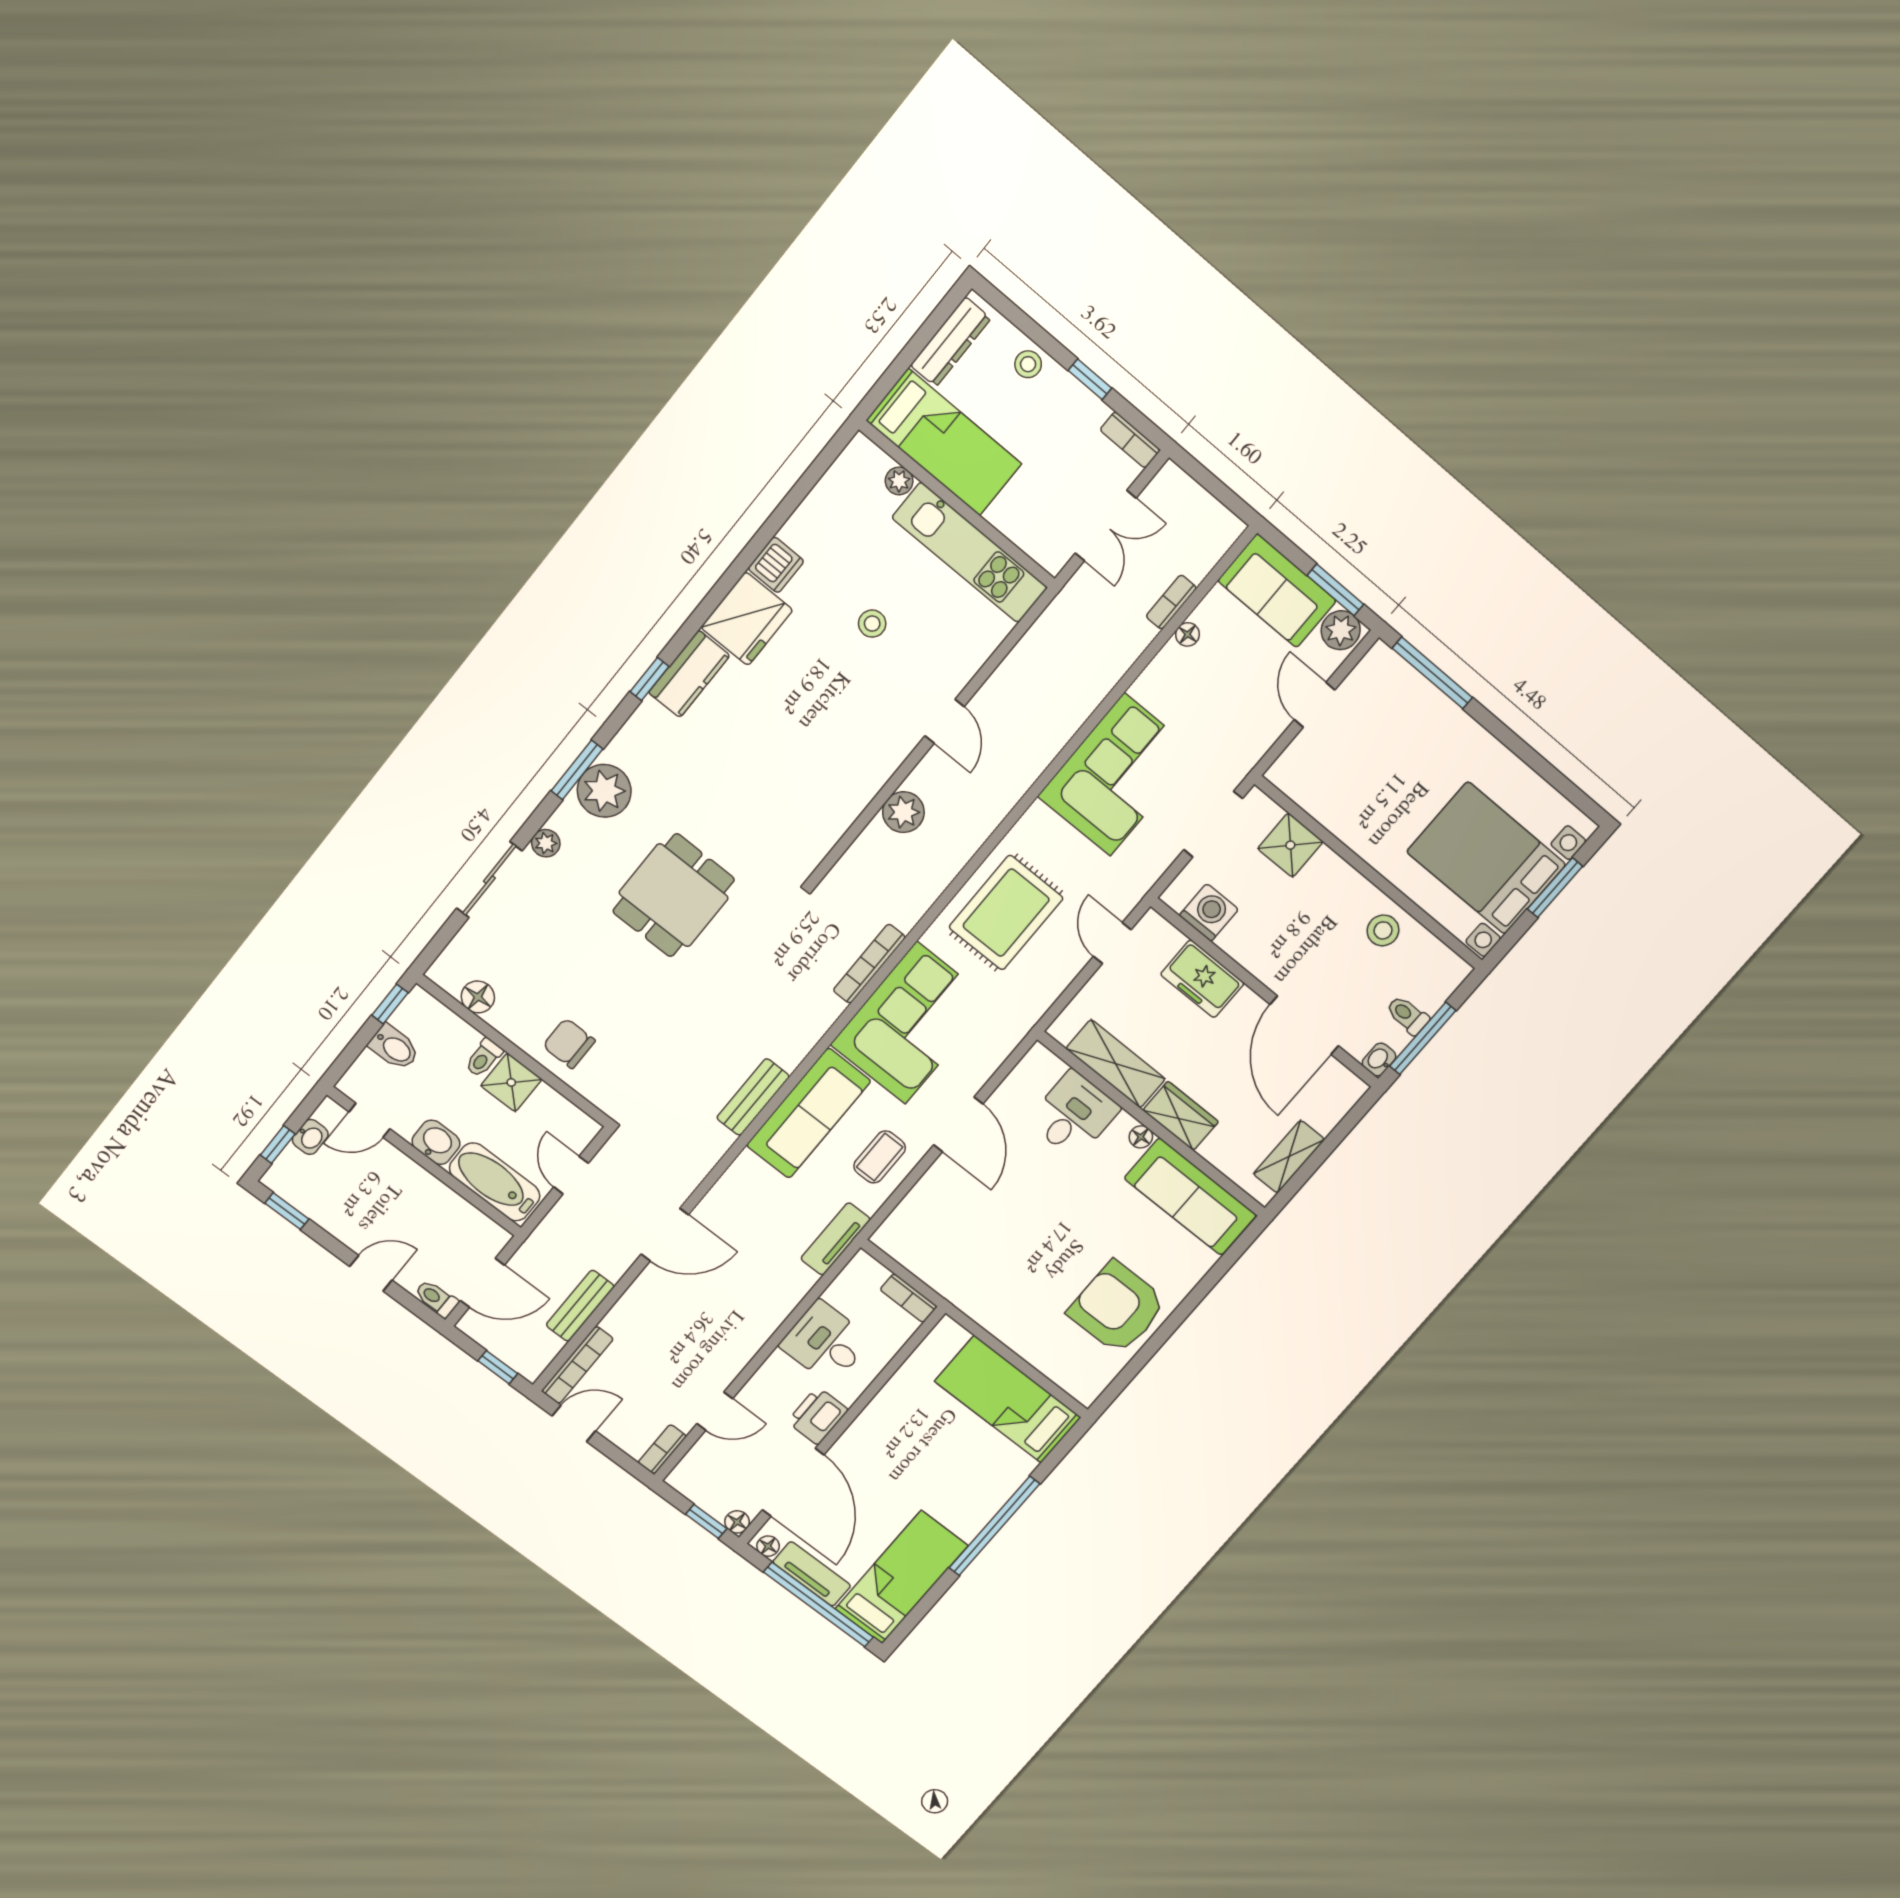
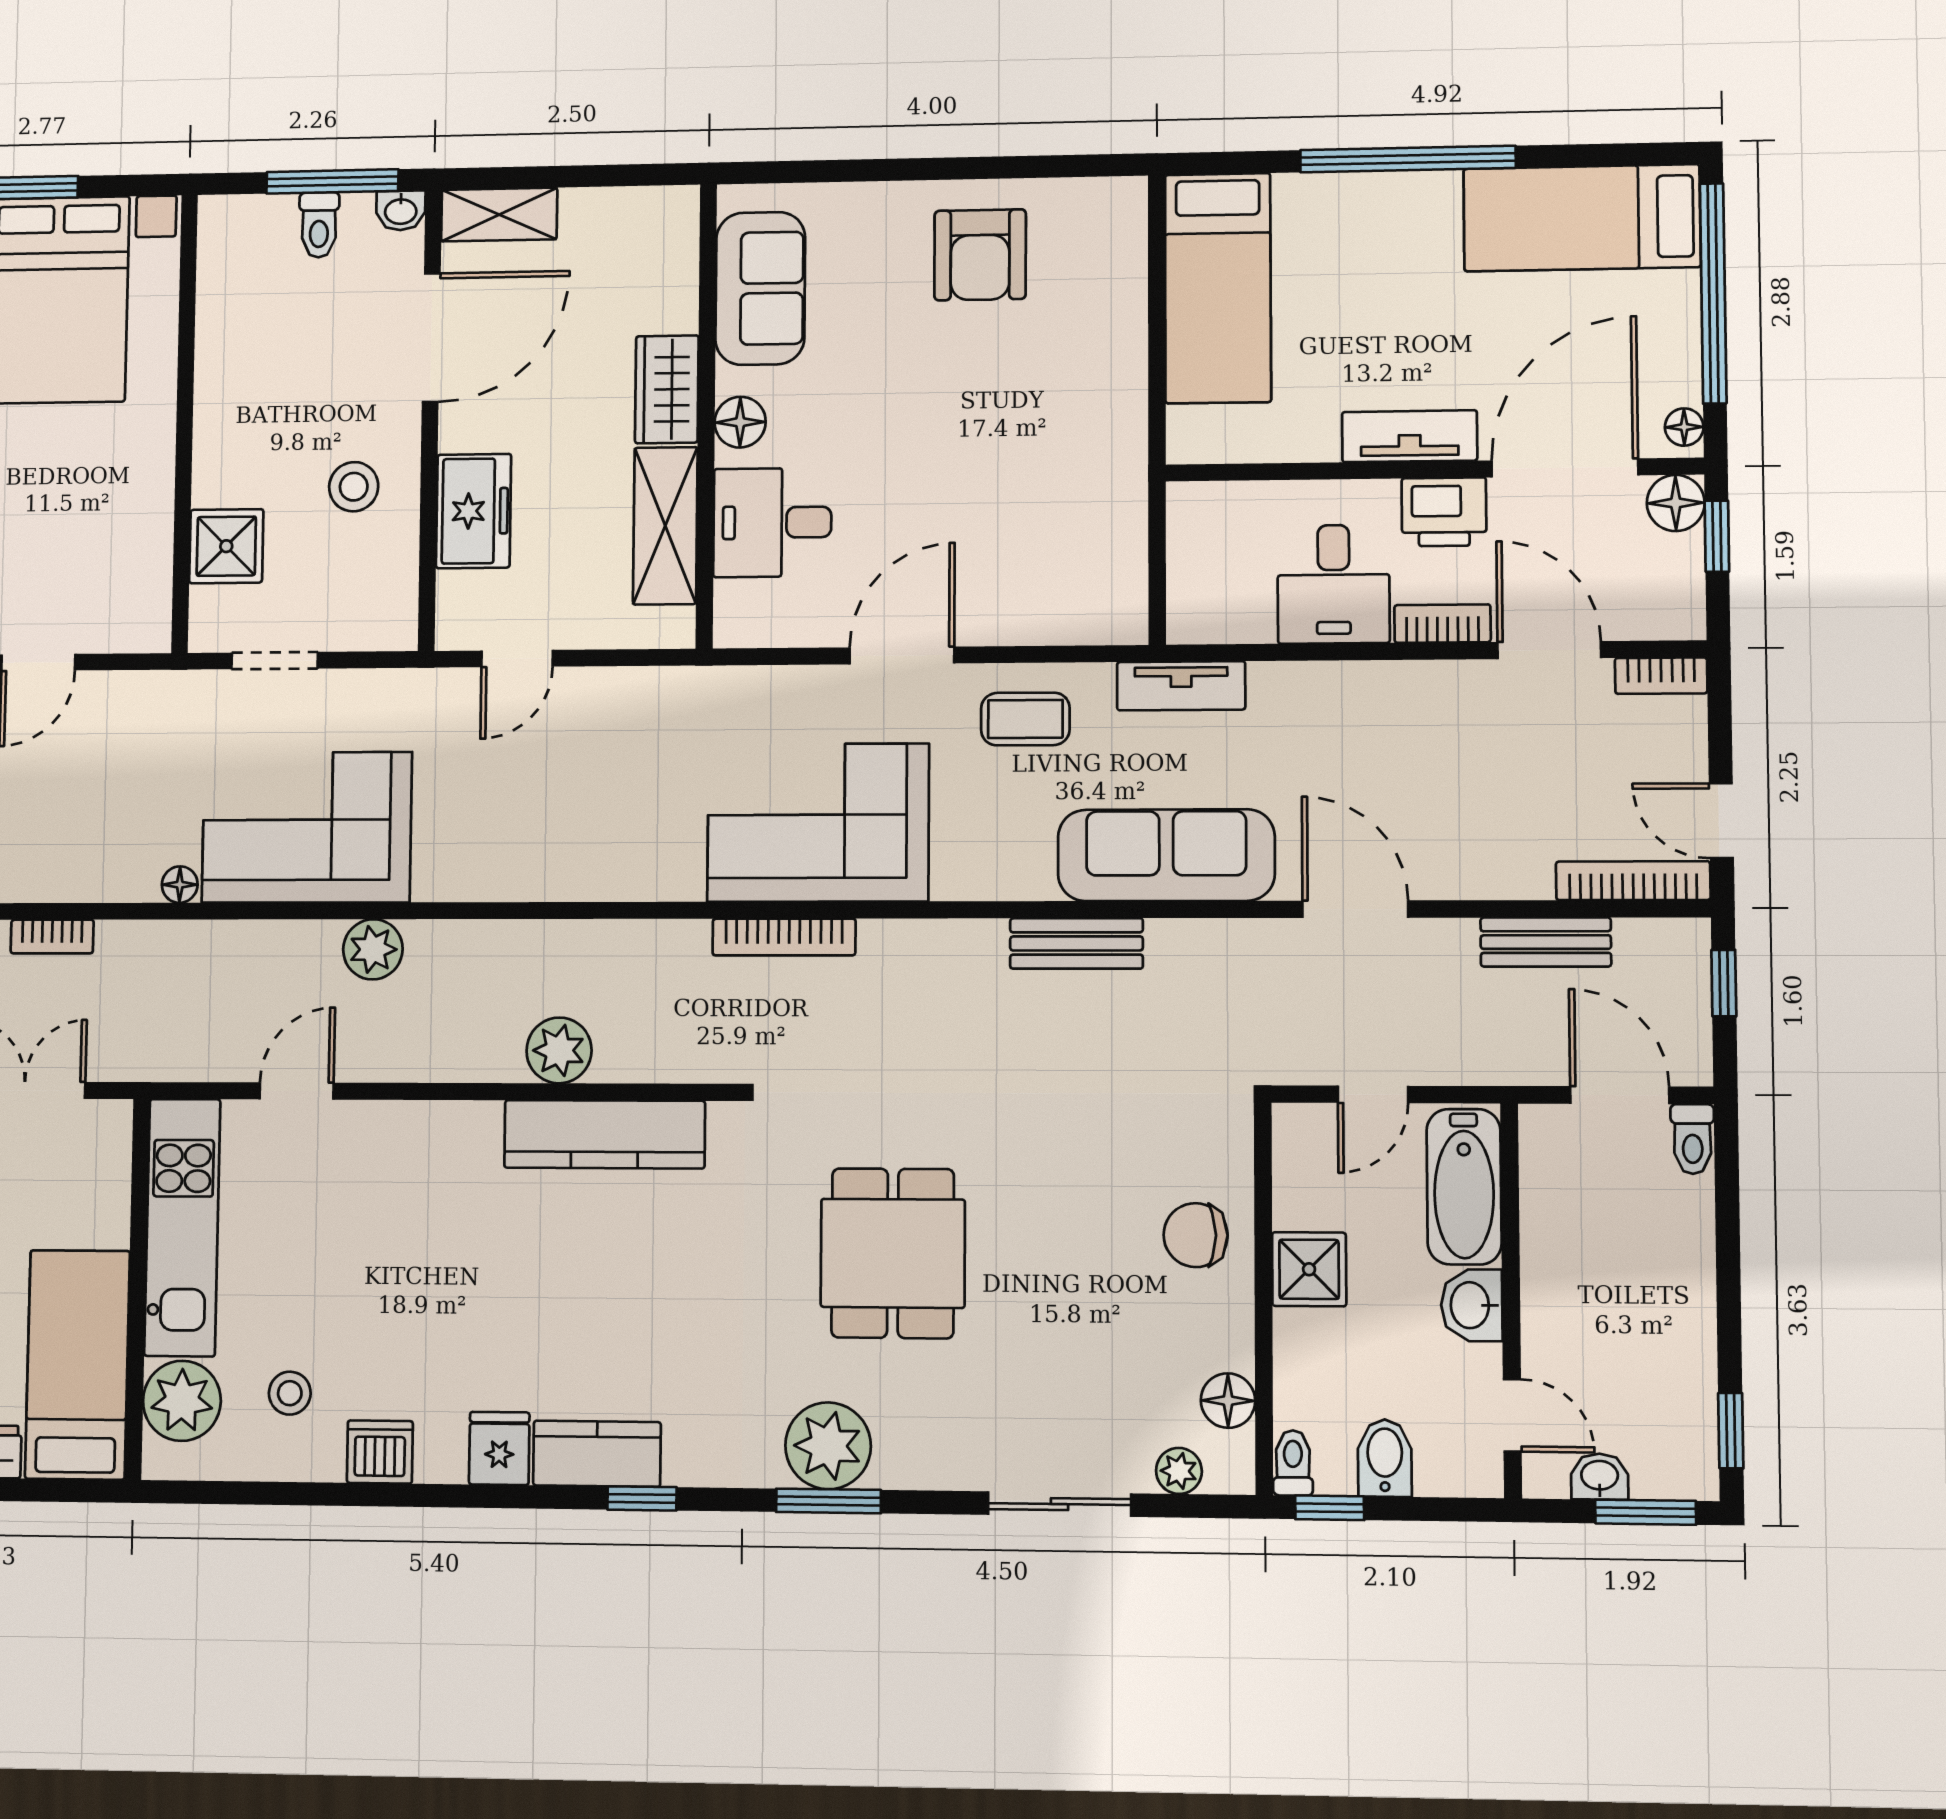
plant: (899, 481) -> (182, 1401), width x1.88, depth x1.88
fridge: (747, 619) -> (499, 1448), width x0.53, depth x0.75
stool: (872, 624) -> (290, 1393), moved
floor lamp: (1188, 634) -> (180, 885), moved
door: (945, 721) -> (297, 1091), moved
plant: (1029, 760) -> (373, 949), added
kitchen counter: (844, 802) -> (605, 1134), added
doorway: (1213, 824) -> (275, 661), width x0.73
plant: (546, 843) -> (1179, 1471), moved
dining table: (674, 895) -> (893, 1253), turned 90
rug: (1006, 913) -> (584, 821), removed
washing machine: (1209, 913) -> (386, 573), removed
stool: (1383, 930) -> (354, 487), moved
chair: (569, 1043) -> (1196, 1235), turned 90
toilet: (484, 1058) -> (1293, 1463), moved, turned -90
sofa: (809, 1113) -> (1166, 855), moved
floor lamp: (1141, 1137) -> (740, 422), width x1.37, depth x1.37
window: (278, 1144) -> (1646, 1512), width x1.50
shelving: (1289, 1157) -> (499, 215), moved
sofa: (1190, 1197) -> (760, 288), width x0.73
door: (371, 1273) -> (1728, 1253), removed
bookcase: (909, 1298) -> (1442, 624), moved, turned -90
armchair: (1117, 1308) -> (980, 255), width x0.73, depth x0.73
door: (715, 1411) -> (1549, 650), width x1.38
floor lamp: (737, 1522) -> (1676, 503), width x1.37, depth x1.37
tv unit: (812, 1574) -> (1410, 436), moved, turned 90

